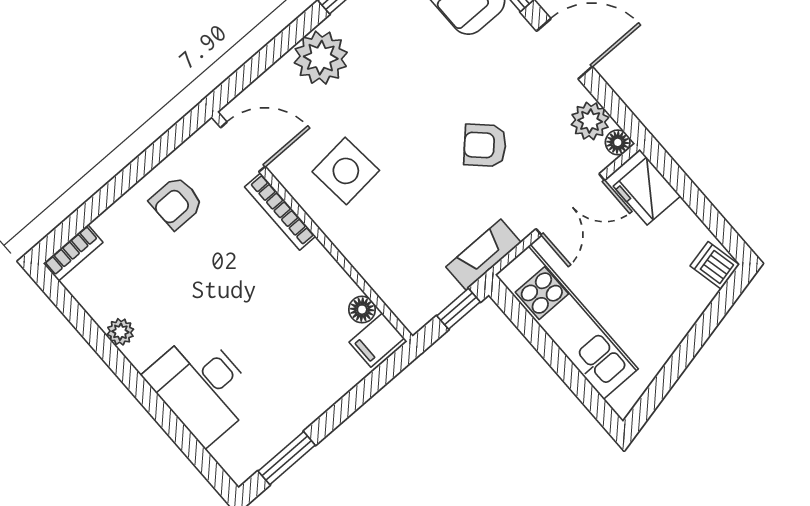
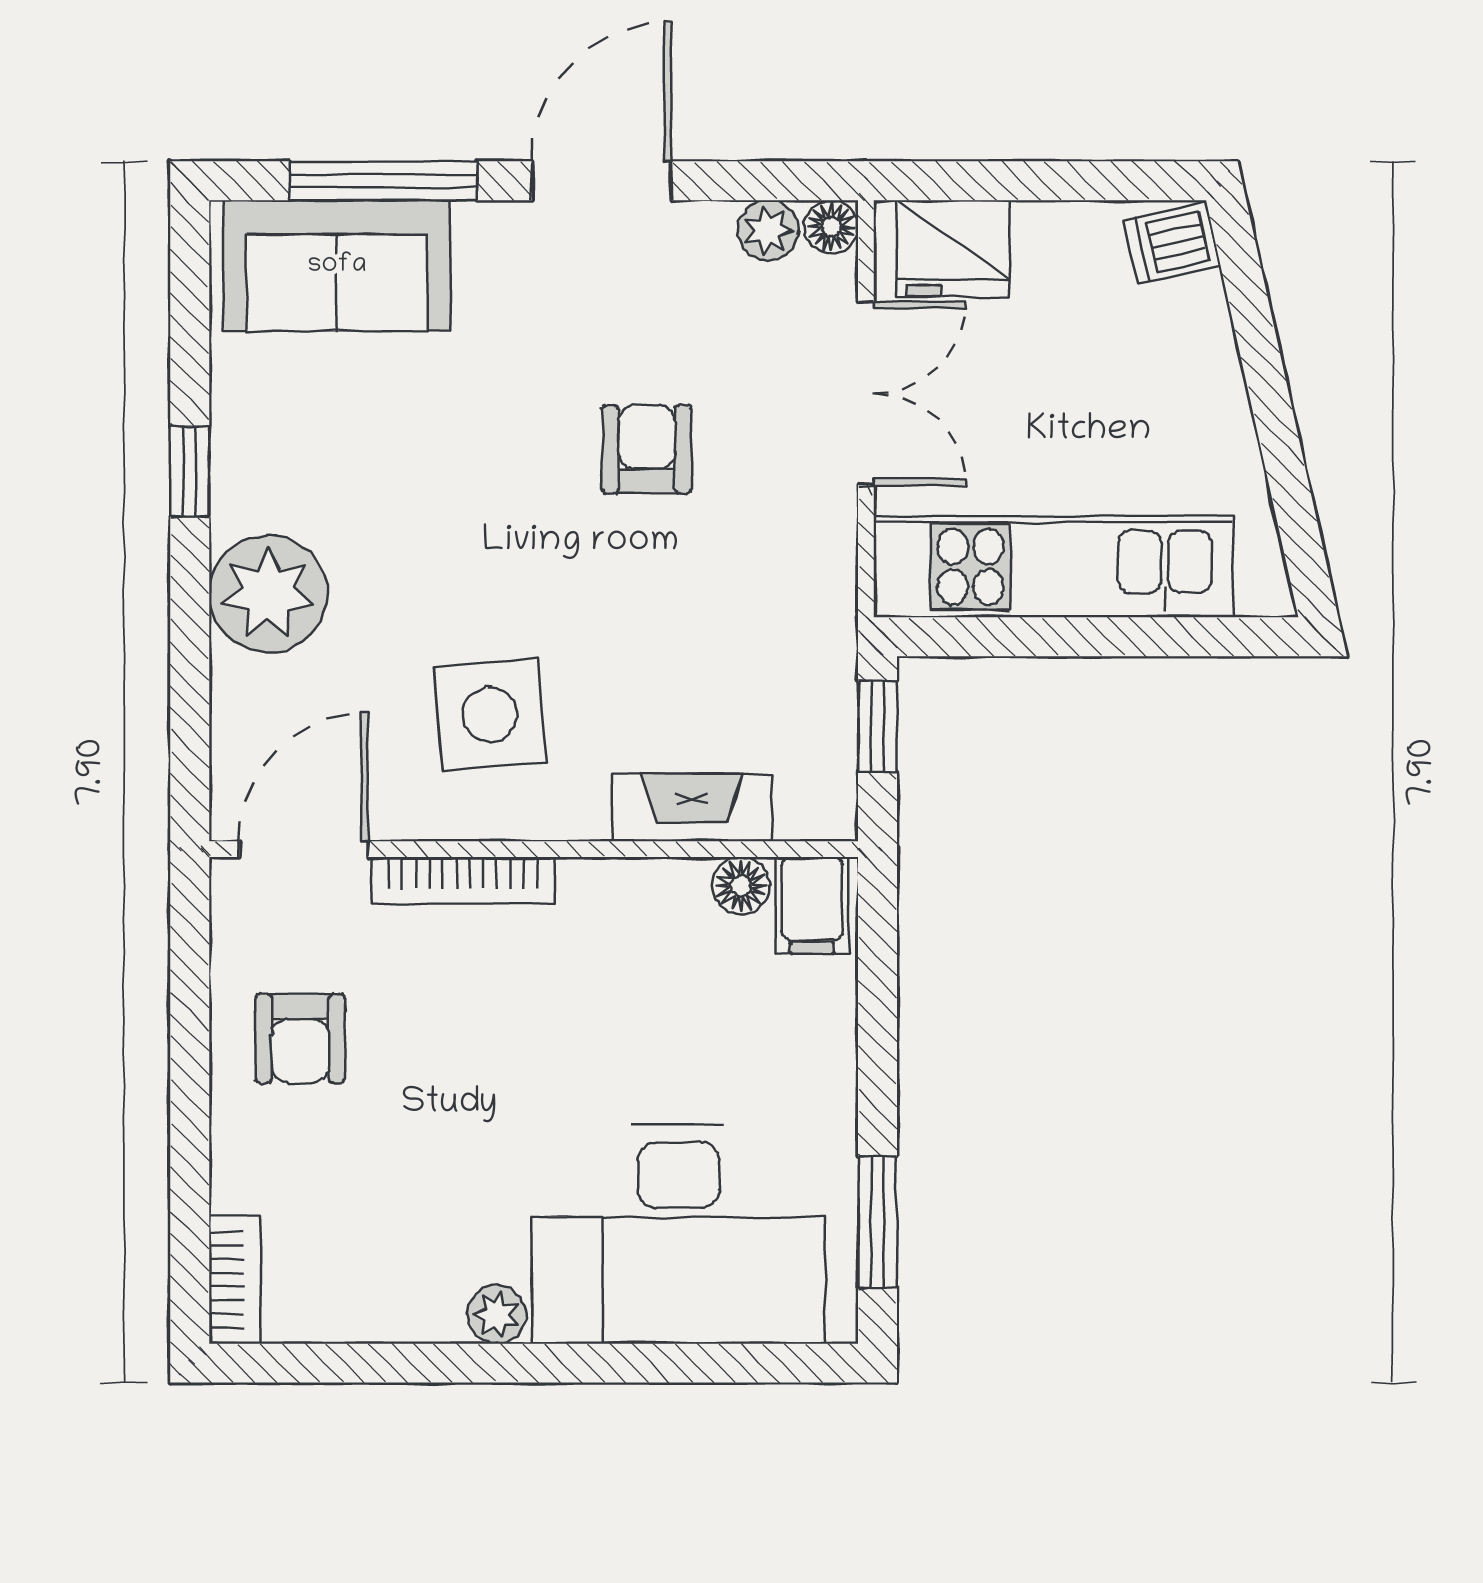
plant: (590, 121) -> (768, 230), width x0.73, depth x0.73
armchair: (485, 145) -> (647, 449), turned 136
fireplace: (483, 255) -> (692, 808), moved, turned 90
plant: (120, 332) -> (497, 1314), moved
desk: (202, 387) -> (678, 1234), width x1.36, depth x1.30

